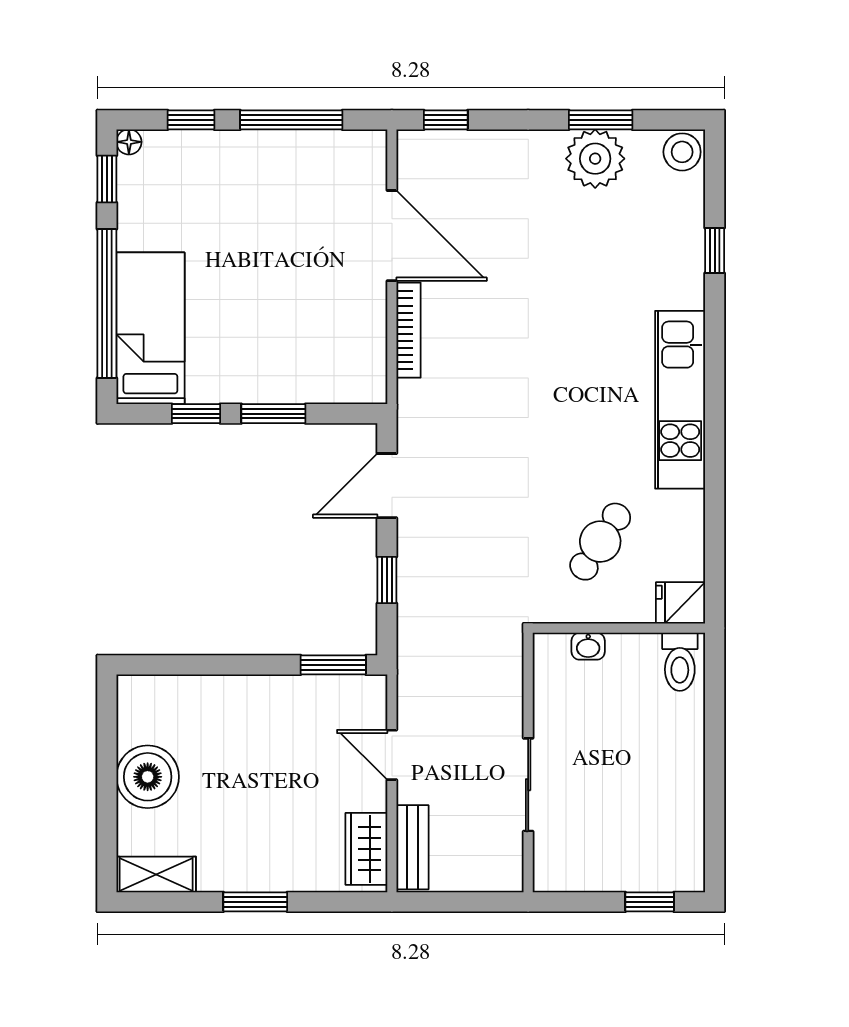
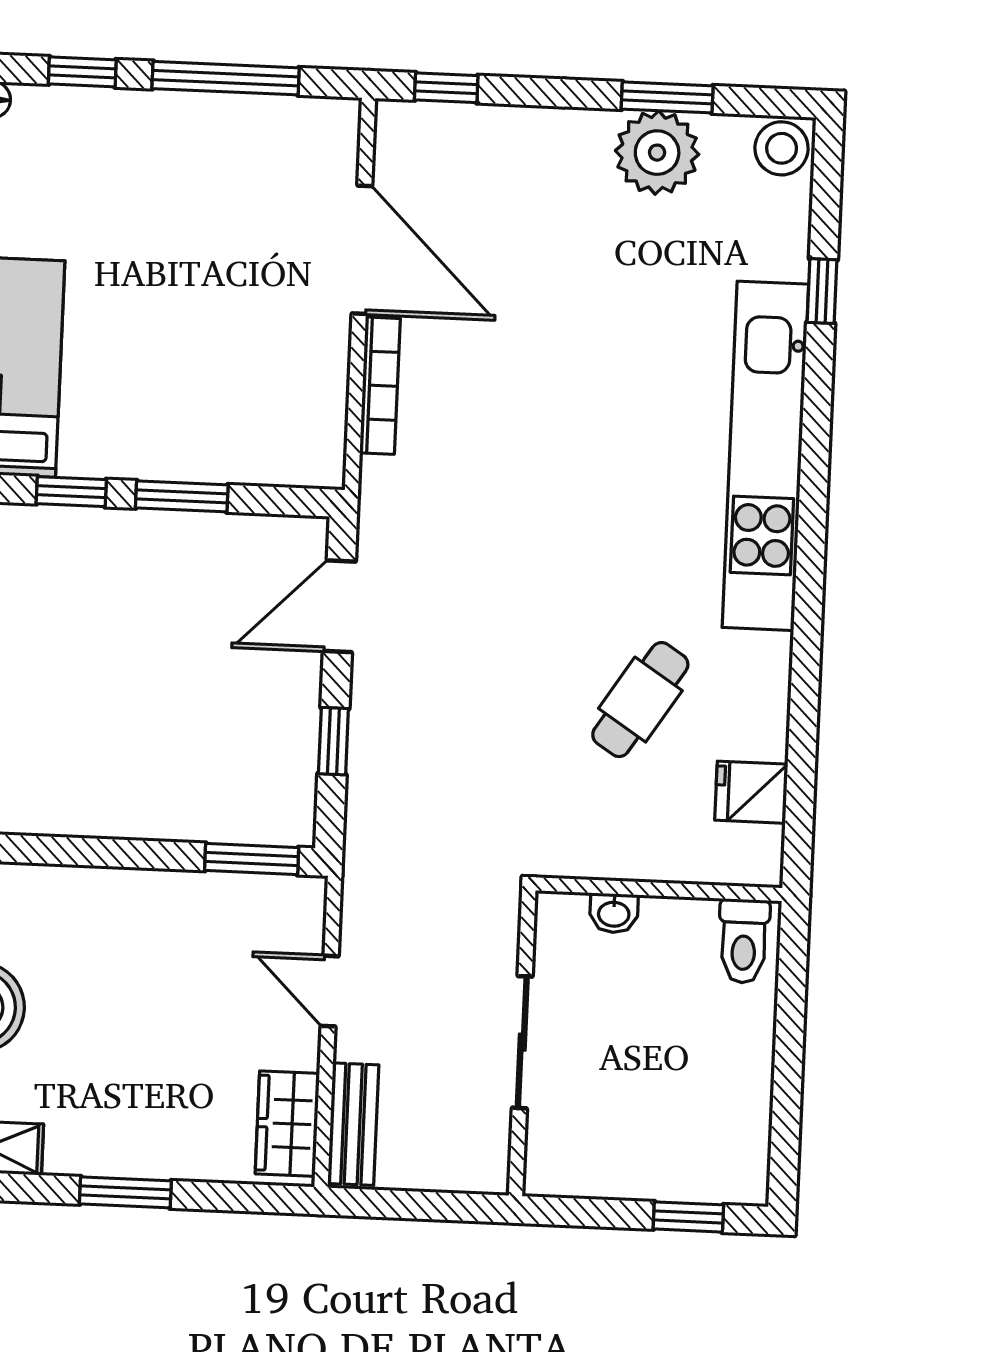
kitchen unit: (680, 400) -> (765, 456), width x1.36
wall: (619, 628) -> (659, 889), moved
washbasin: (588, 646) -> (614, 913), moved
toilet: (680, 662) -> (744, 941), moved

